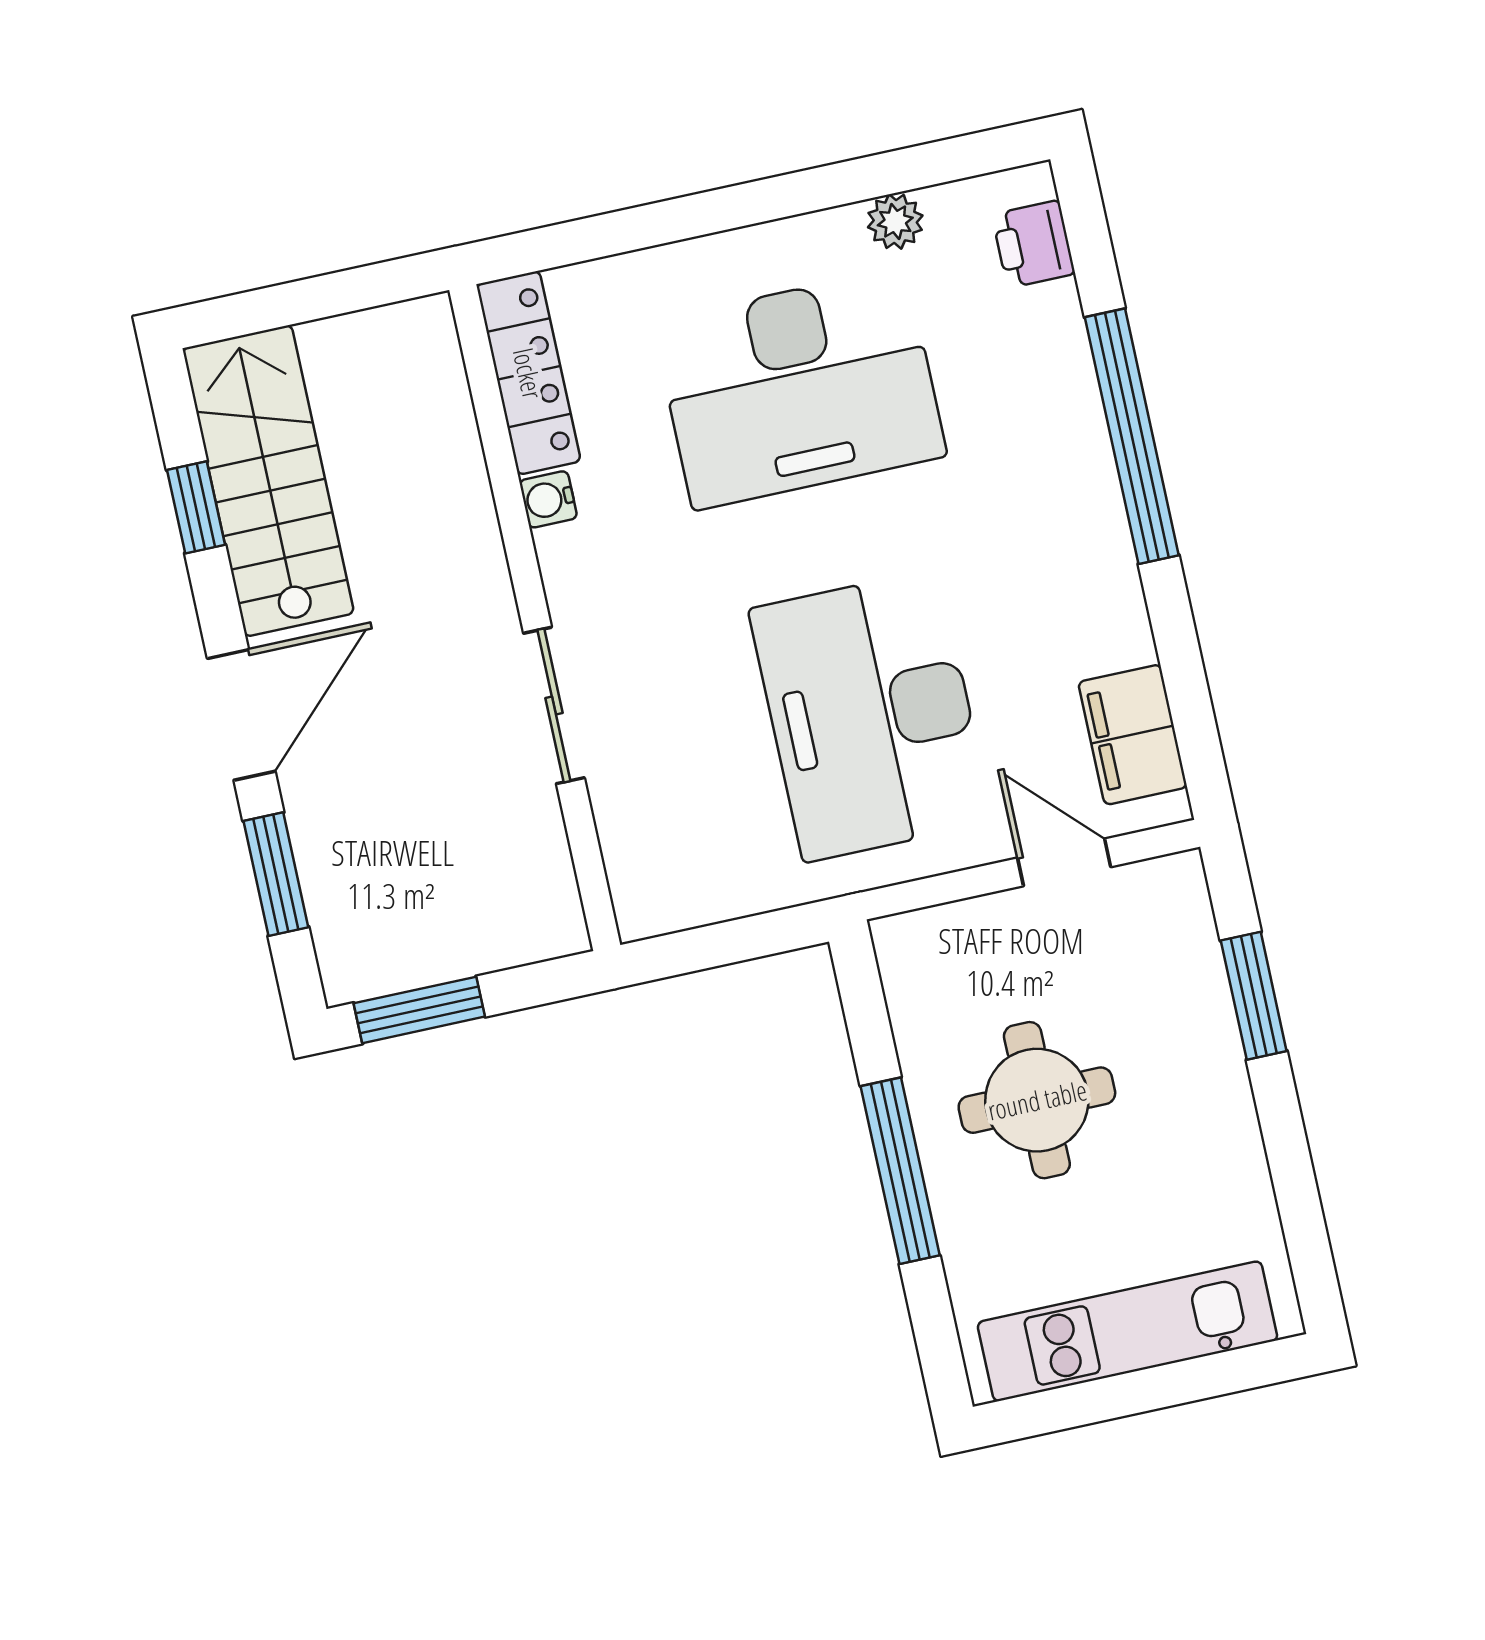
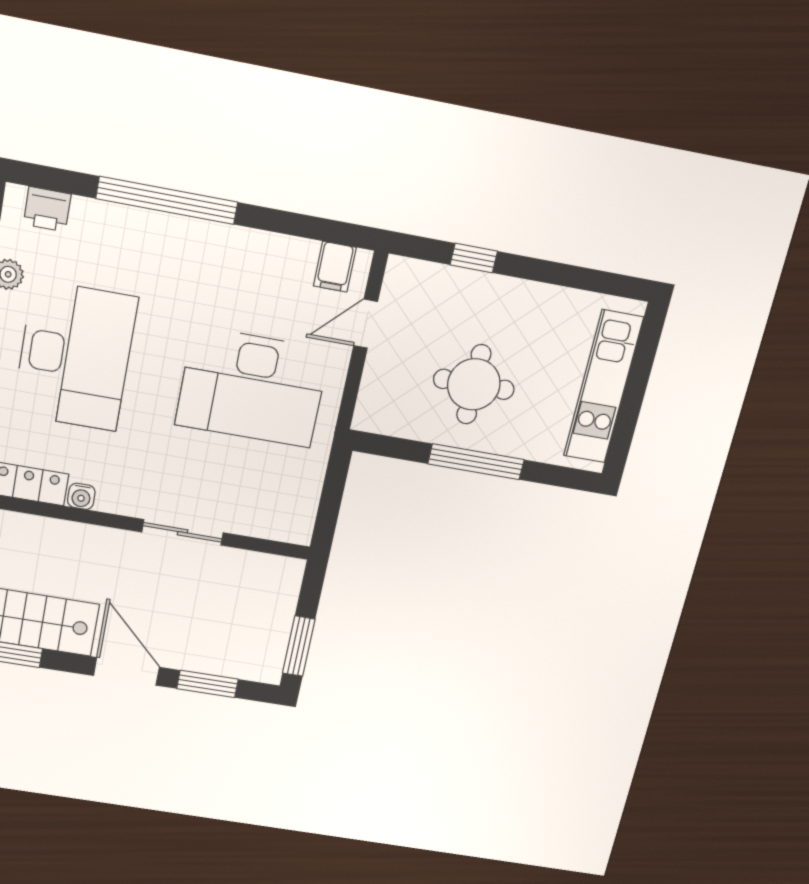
filing cabinet: (1133, 735) -> (335, 267), width x0.50
window: (1254, 996) -> (474, 258), width x0.67

